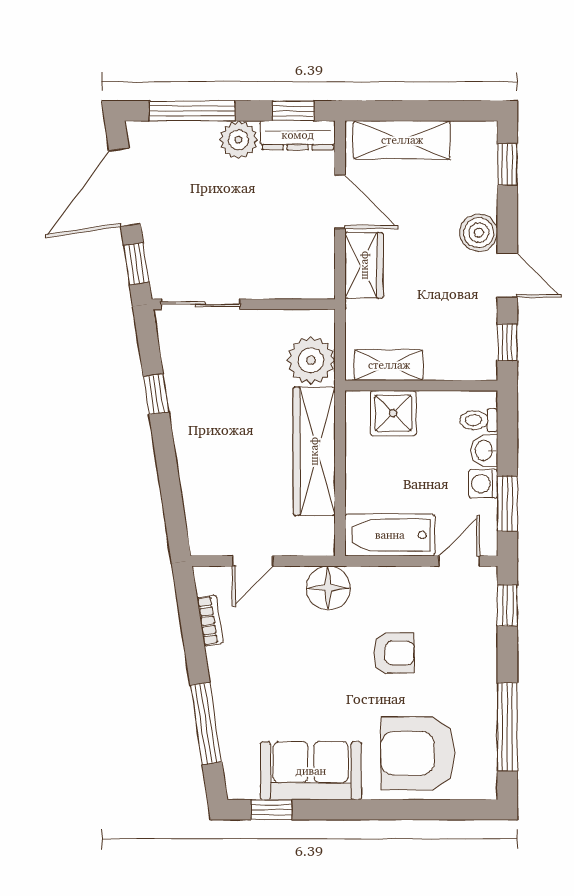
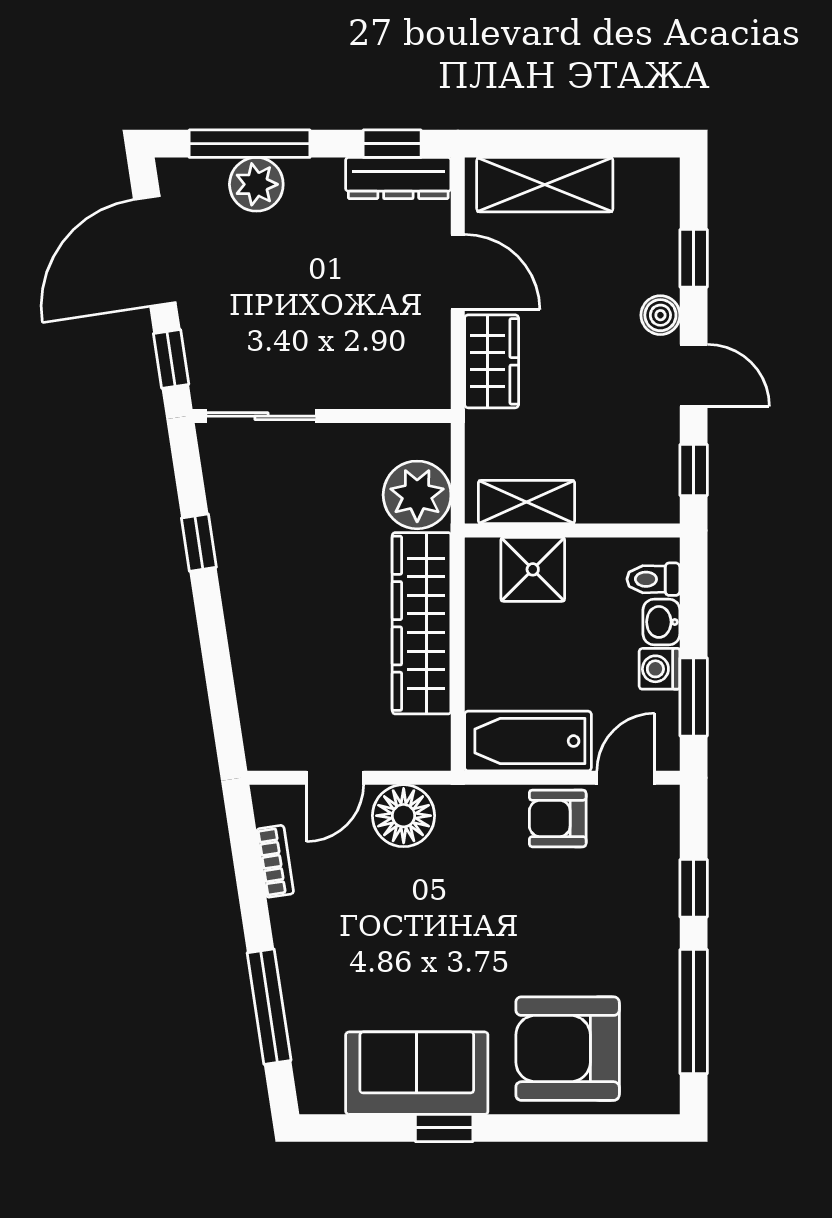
plant: (239, 140) -> (256, 184), moved
window: (507, 164) -> (694, 258), moved
boiler: (479, 233) -> (660, 315), width x0.73, depth x0.73
floor lamp: (328, 588) -> (404, 816), moved
window: (507, 606) -> (694, 888), moved
armchair: (394, 653) -> (558, 818), moved, turned 180
window: (271, 810) -> (444, 1128), moved

